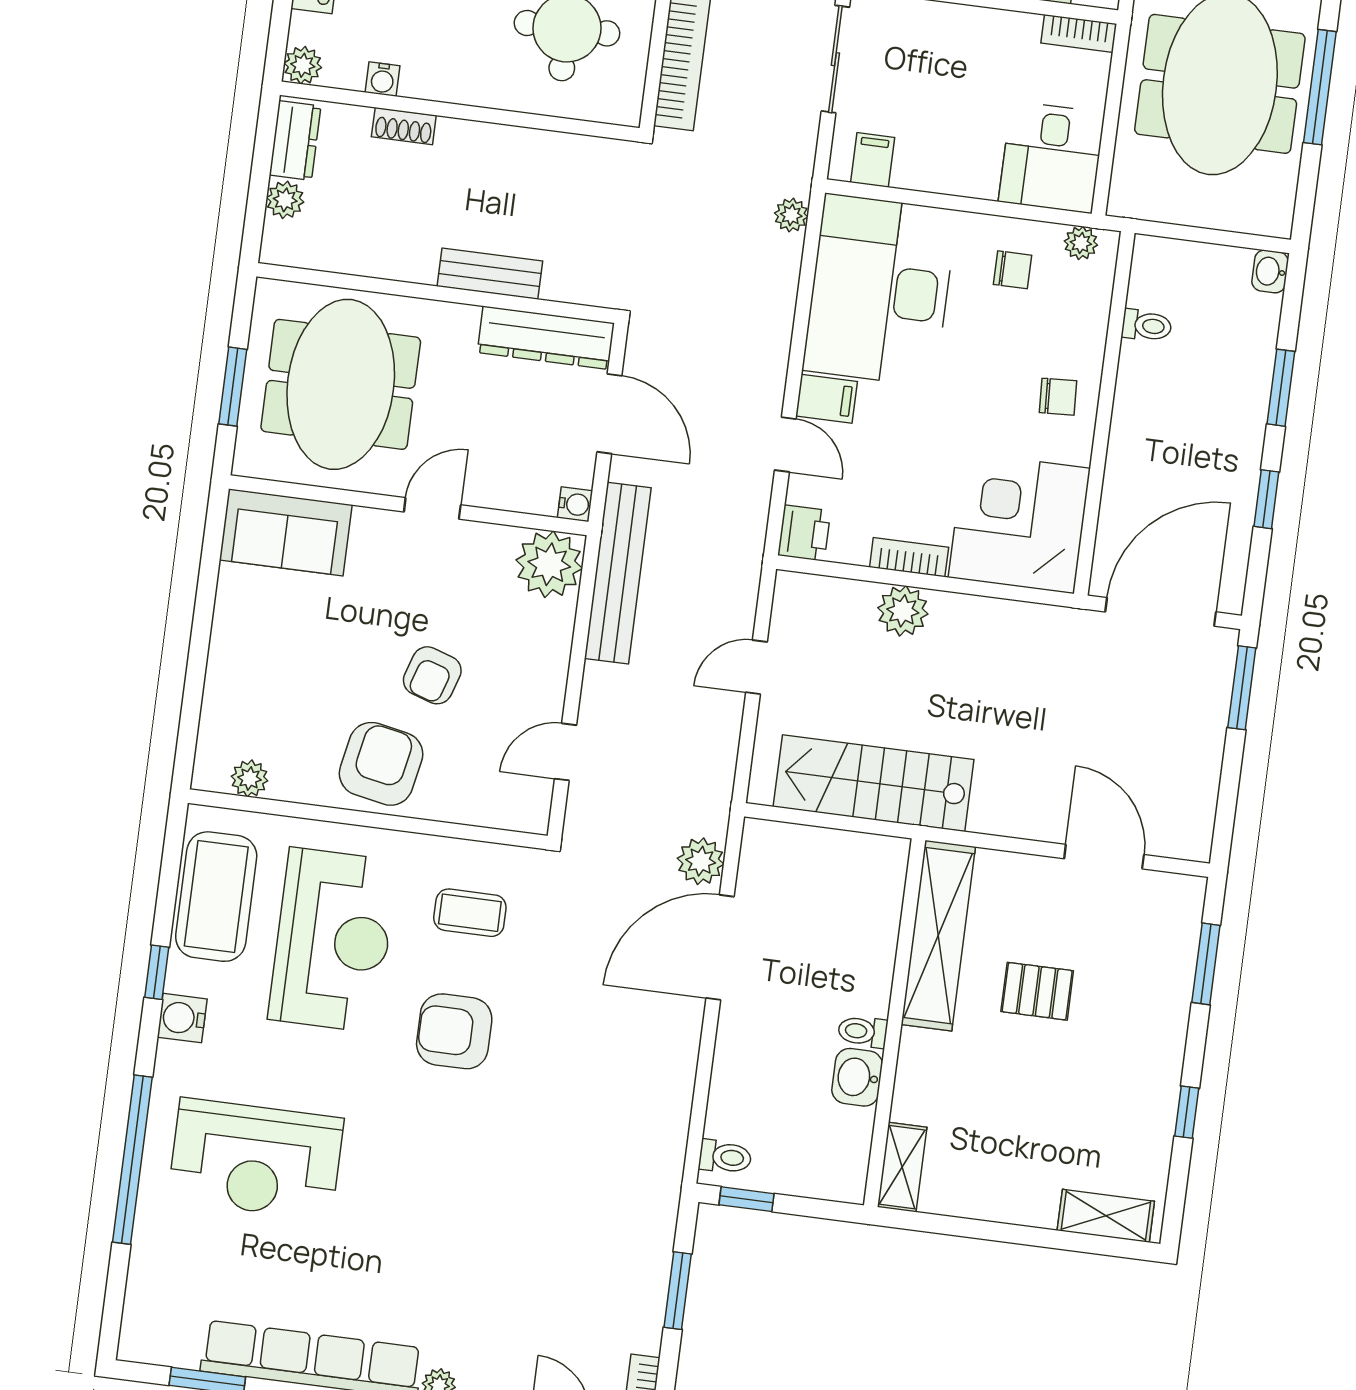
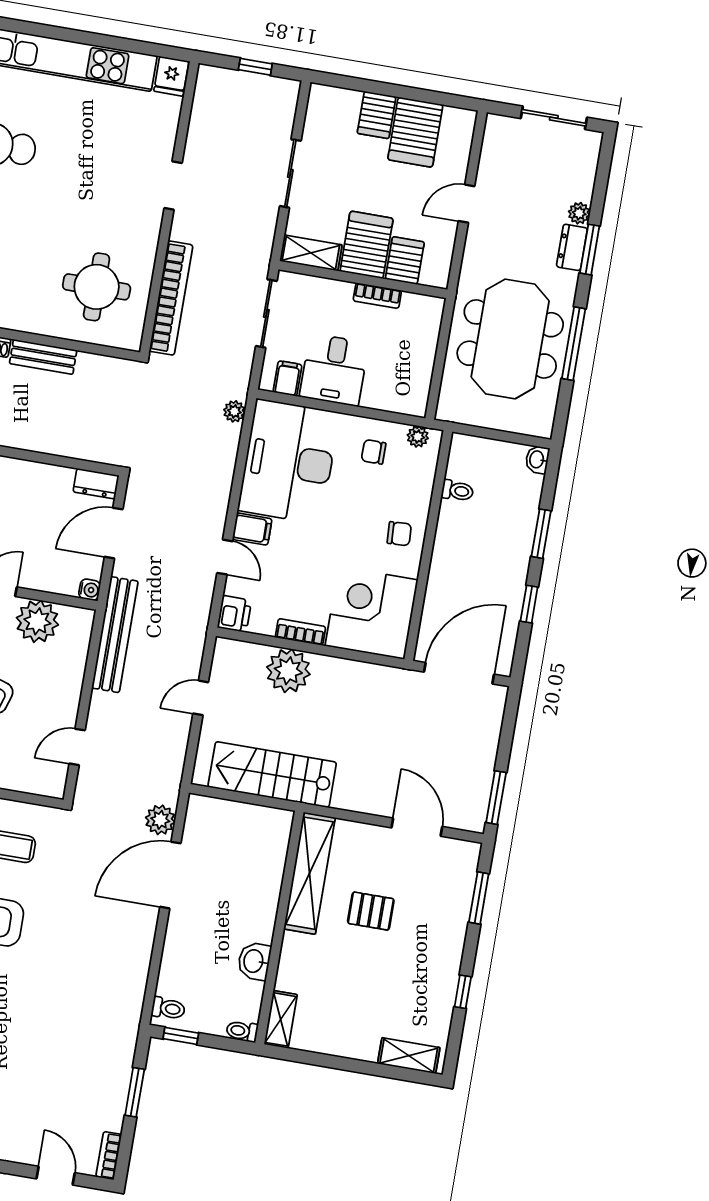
bookcase: (1079, 33) -> (377, 296), moved
desk: (1052, 157) -> (334, 370), moved
chair: (1012, 270) -> (374, 452), turned 180
bench: (490, 274) -> (43, 357), moved
dresser: (546, 338) -> (96, 484), width x0.51, depth x0.80
door: (609, 414) -> (114, 533), swing flipped
plant: (549, 564) -> (37, 621), moved
plant: (903, 611) -> (288, 671), width x1.36, depth x1.36
window: (1242, 688) -> (496, 798), moved
toilet: (863, 1032) -> (242, 1031), moved

